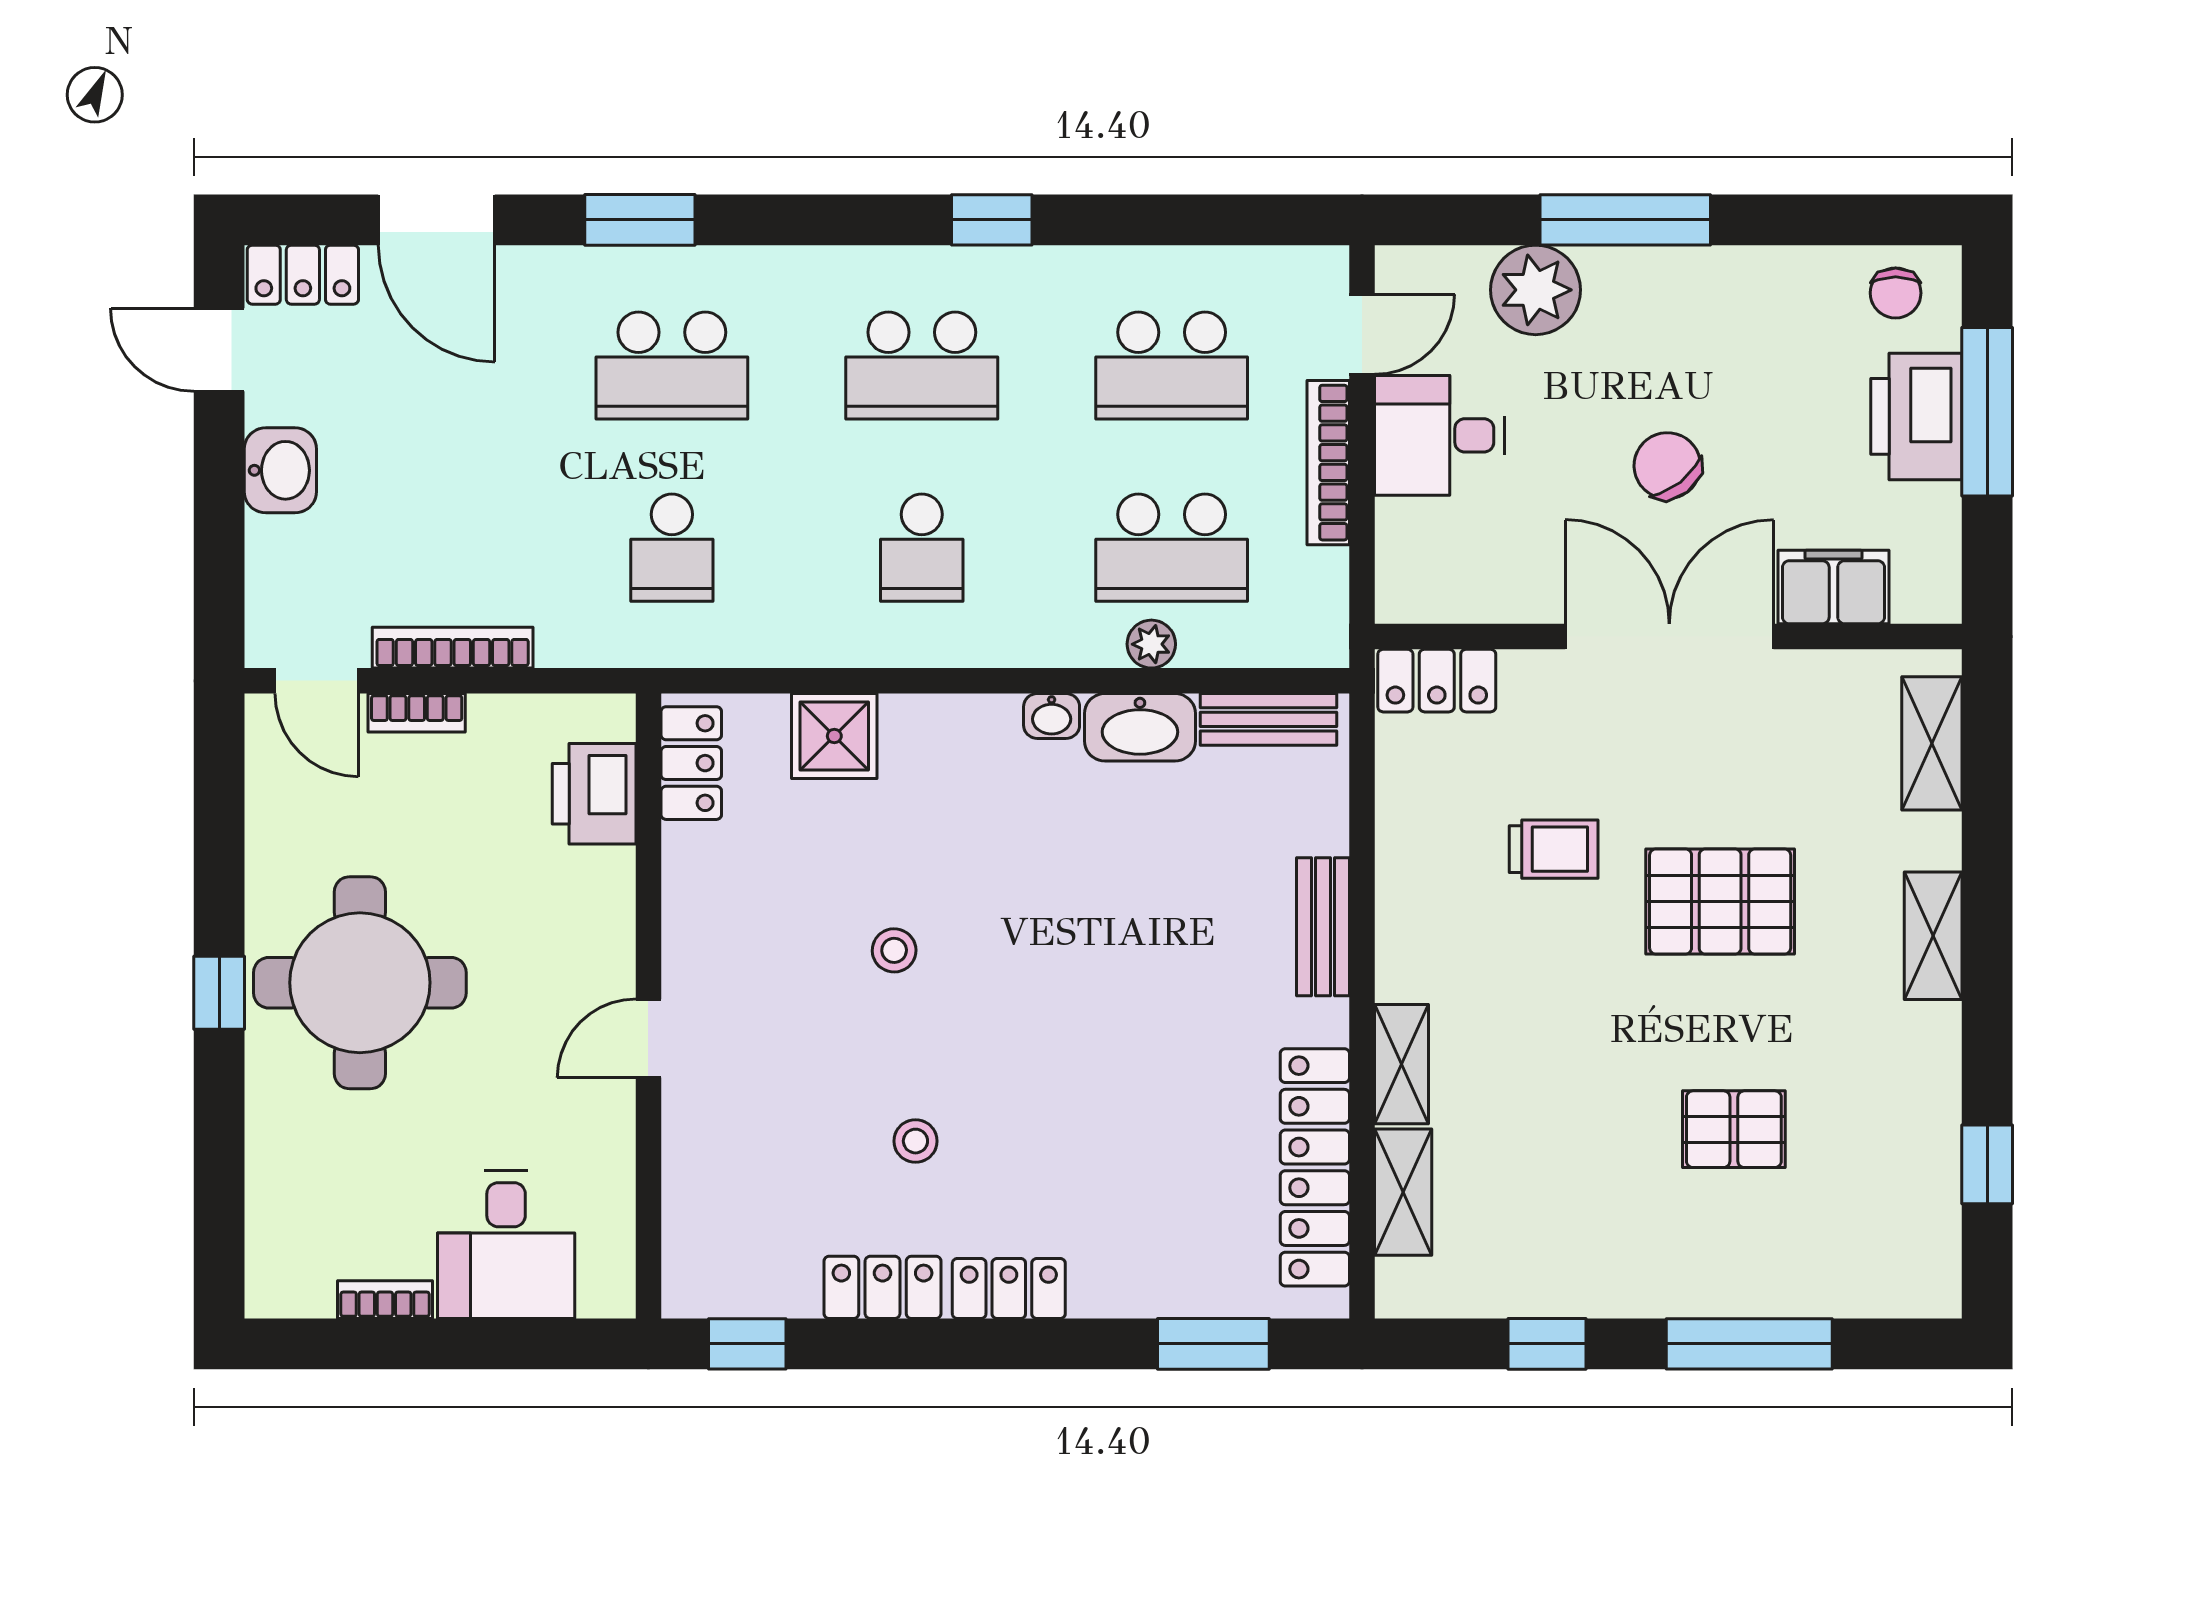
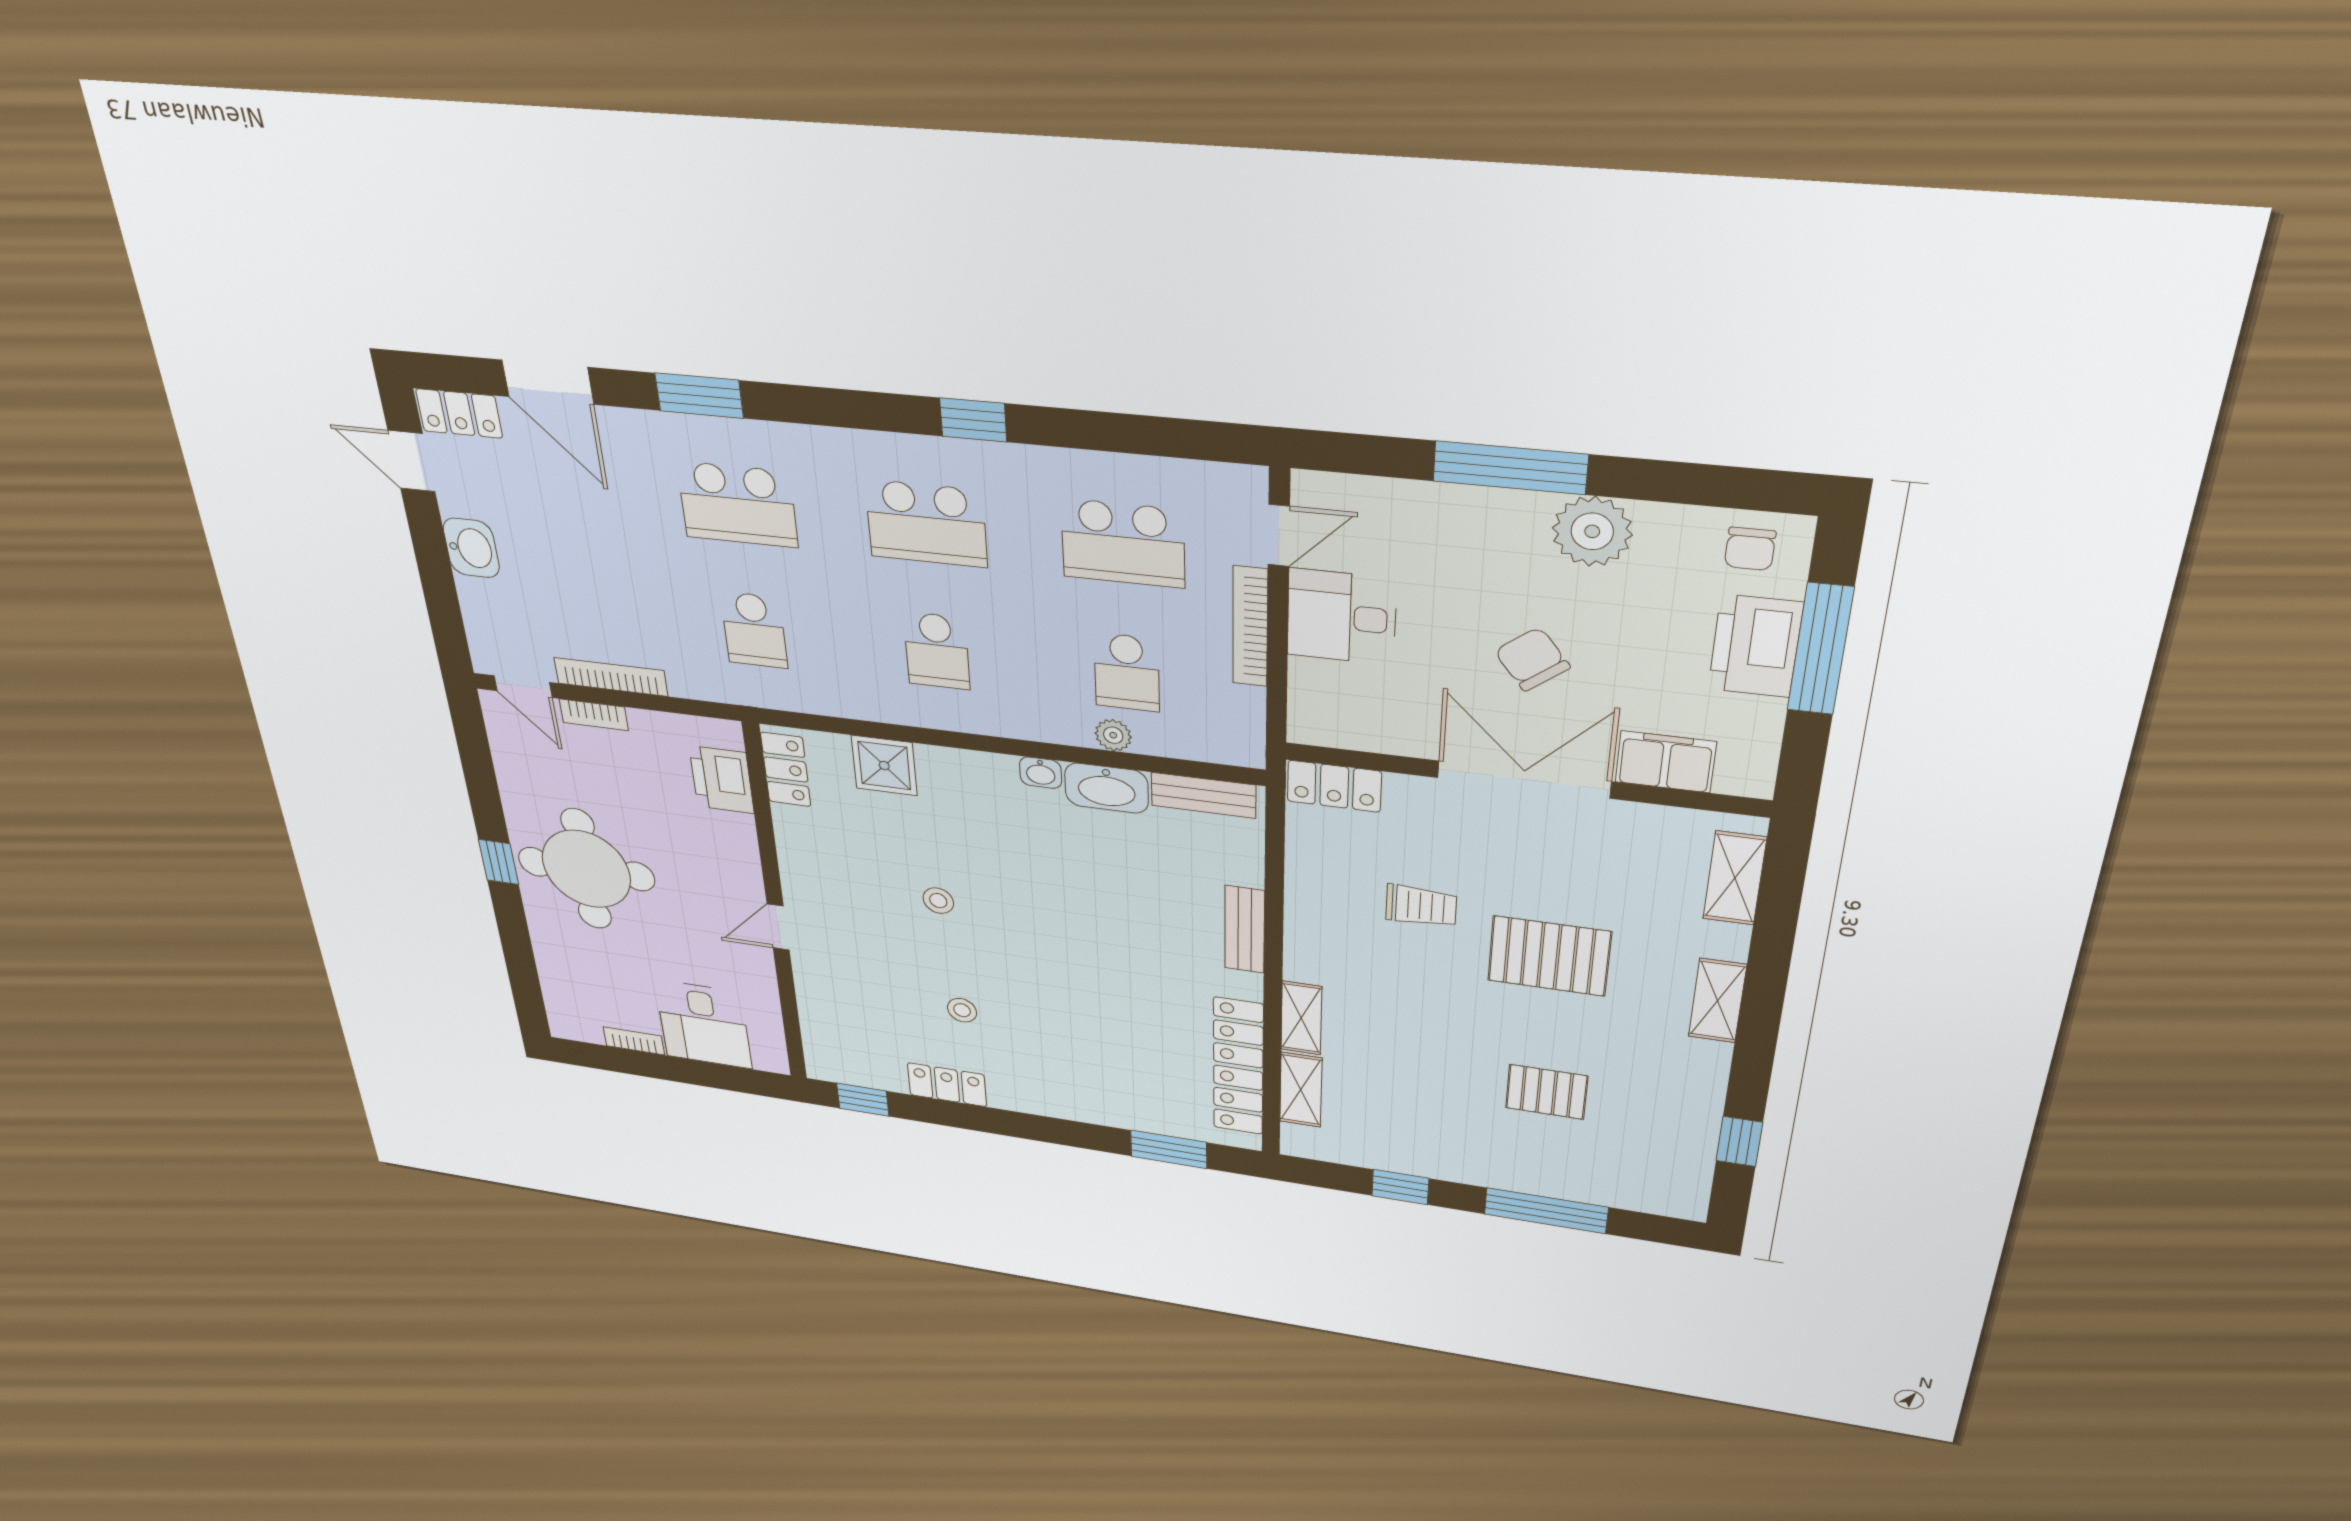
plant: (1536, 290) -> (1592, 531), moved
school desk: (1172, 548) -> (1127, 672), width x0.54
locker: (1009, 1288) -> (1030, 1099), removed

